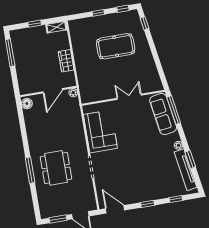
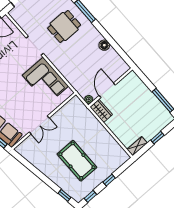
pool table: (116, 46) -> (77, 161), turned 90
wardrobe: (66, 61) -> (101, 111), moved
floor lamp: (27, 104) -> (104, 45), moved
dining table: (56, 168) -> (64, 27), width x0.73

